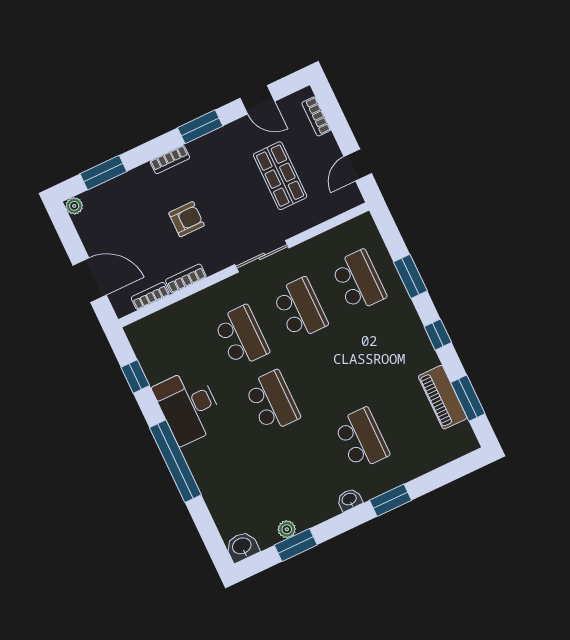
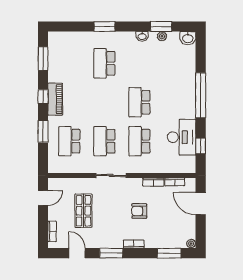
piano: (443, 397) -> (55, 99), moved
desk: (189, 407) -> (182, 137), moved
washbasin: (349, 500) -> (142, 36), moved

